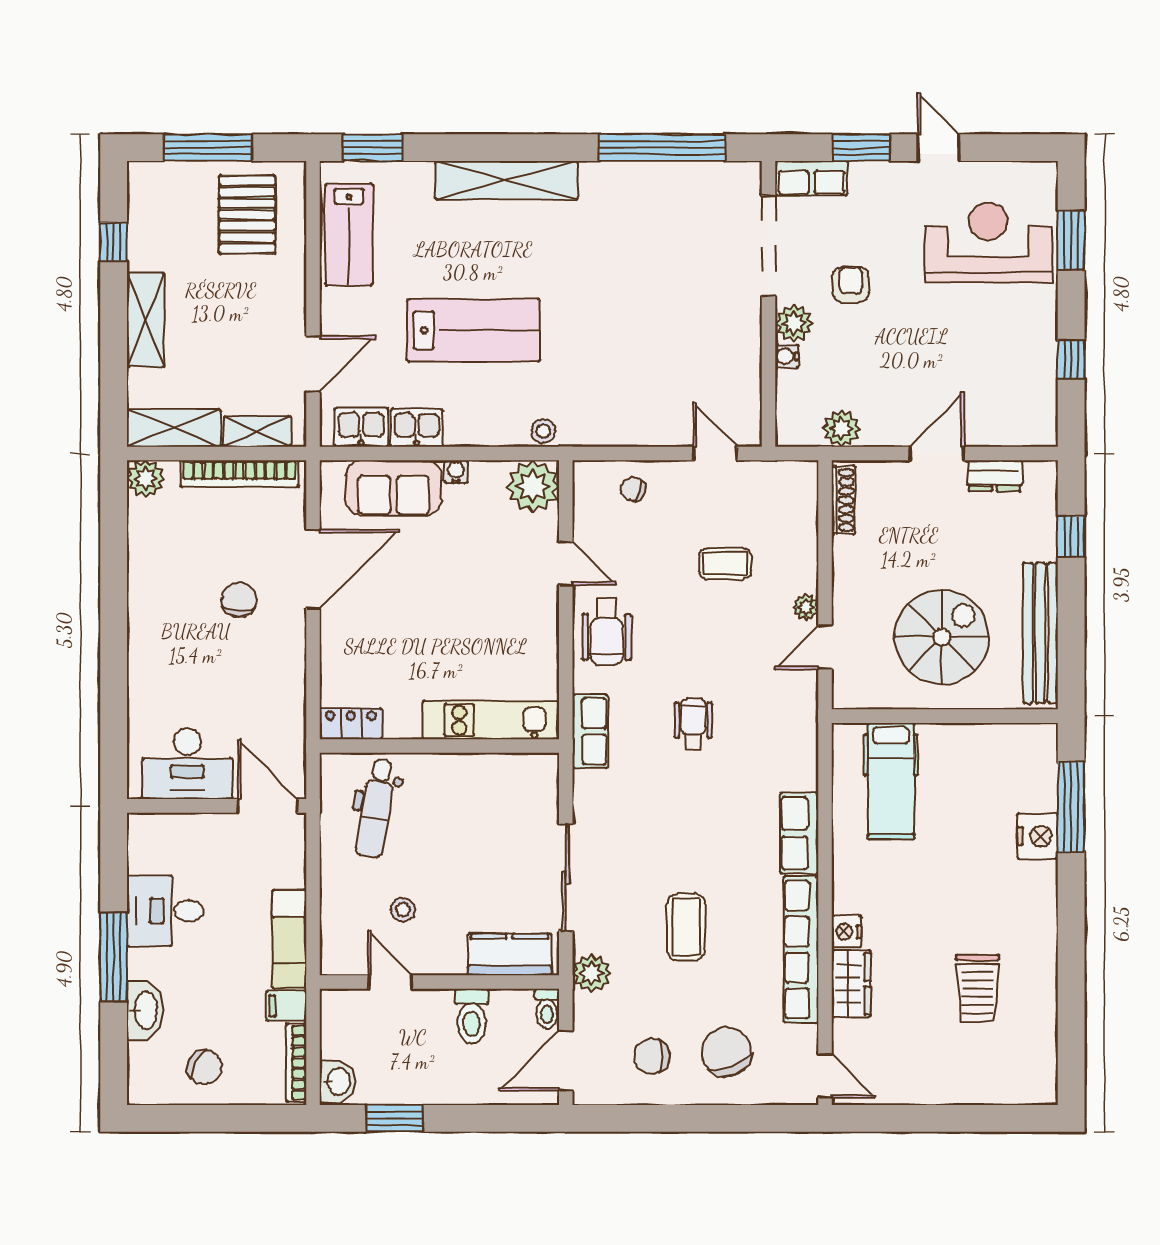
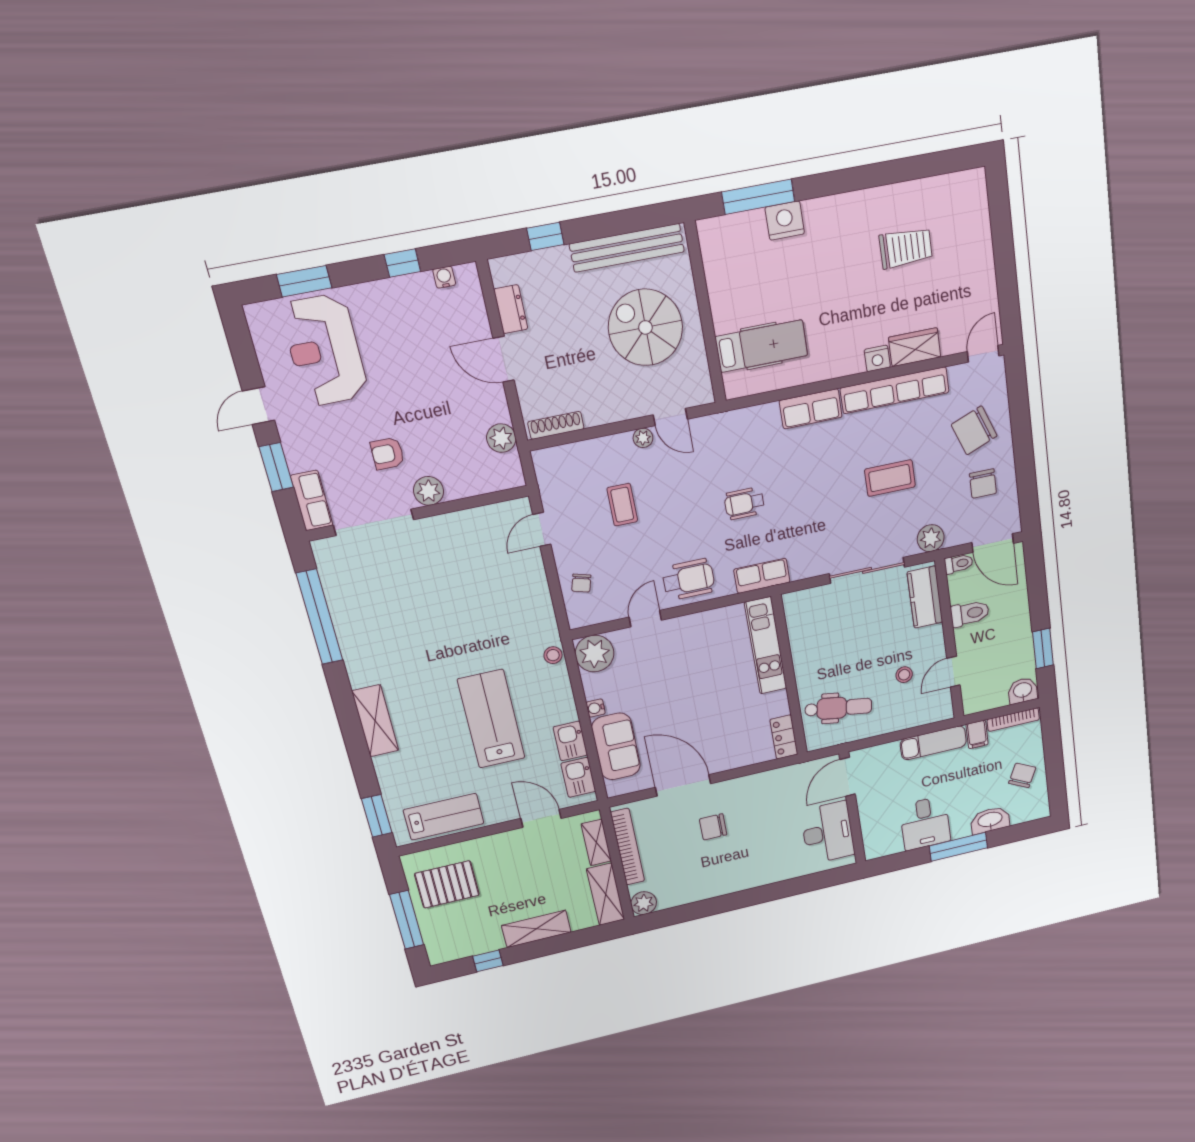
shelving: (507, 180) -> (375, 721), width x0.68
water cooler: (787, 356) -> (444, 277), moved, turned 180

